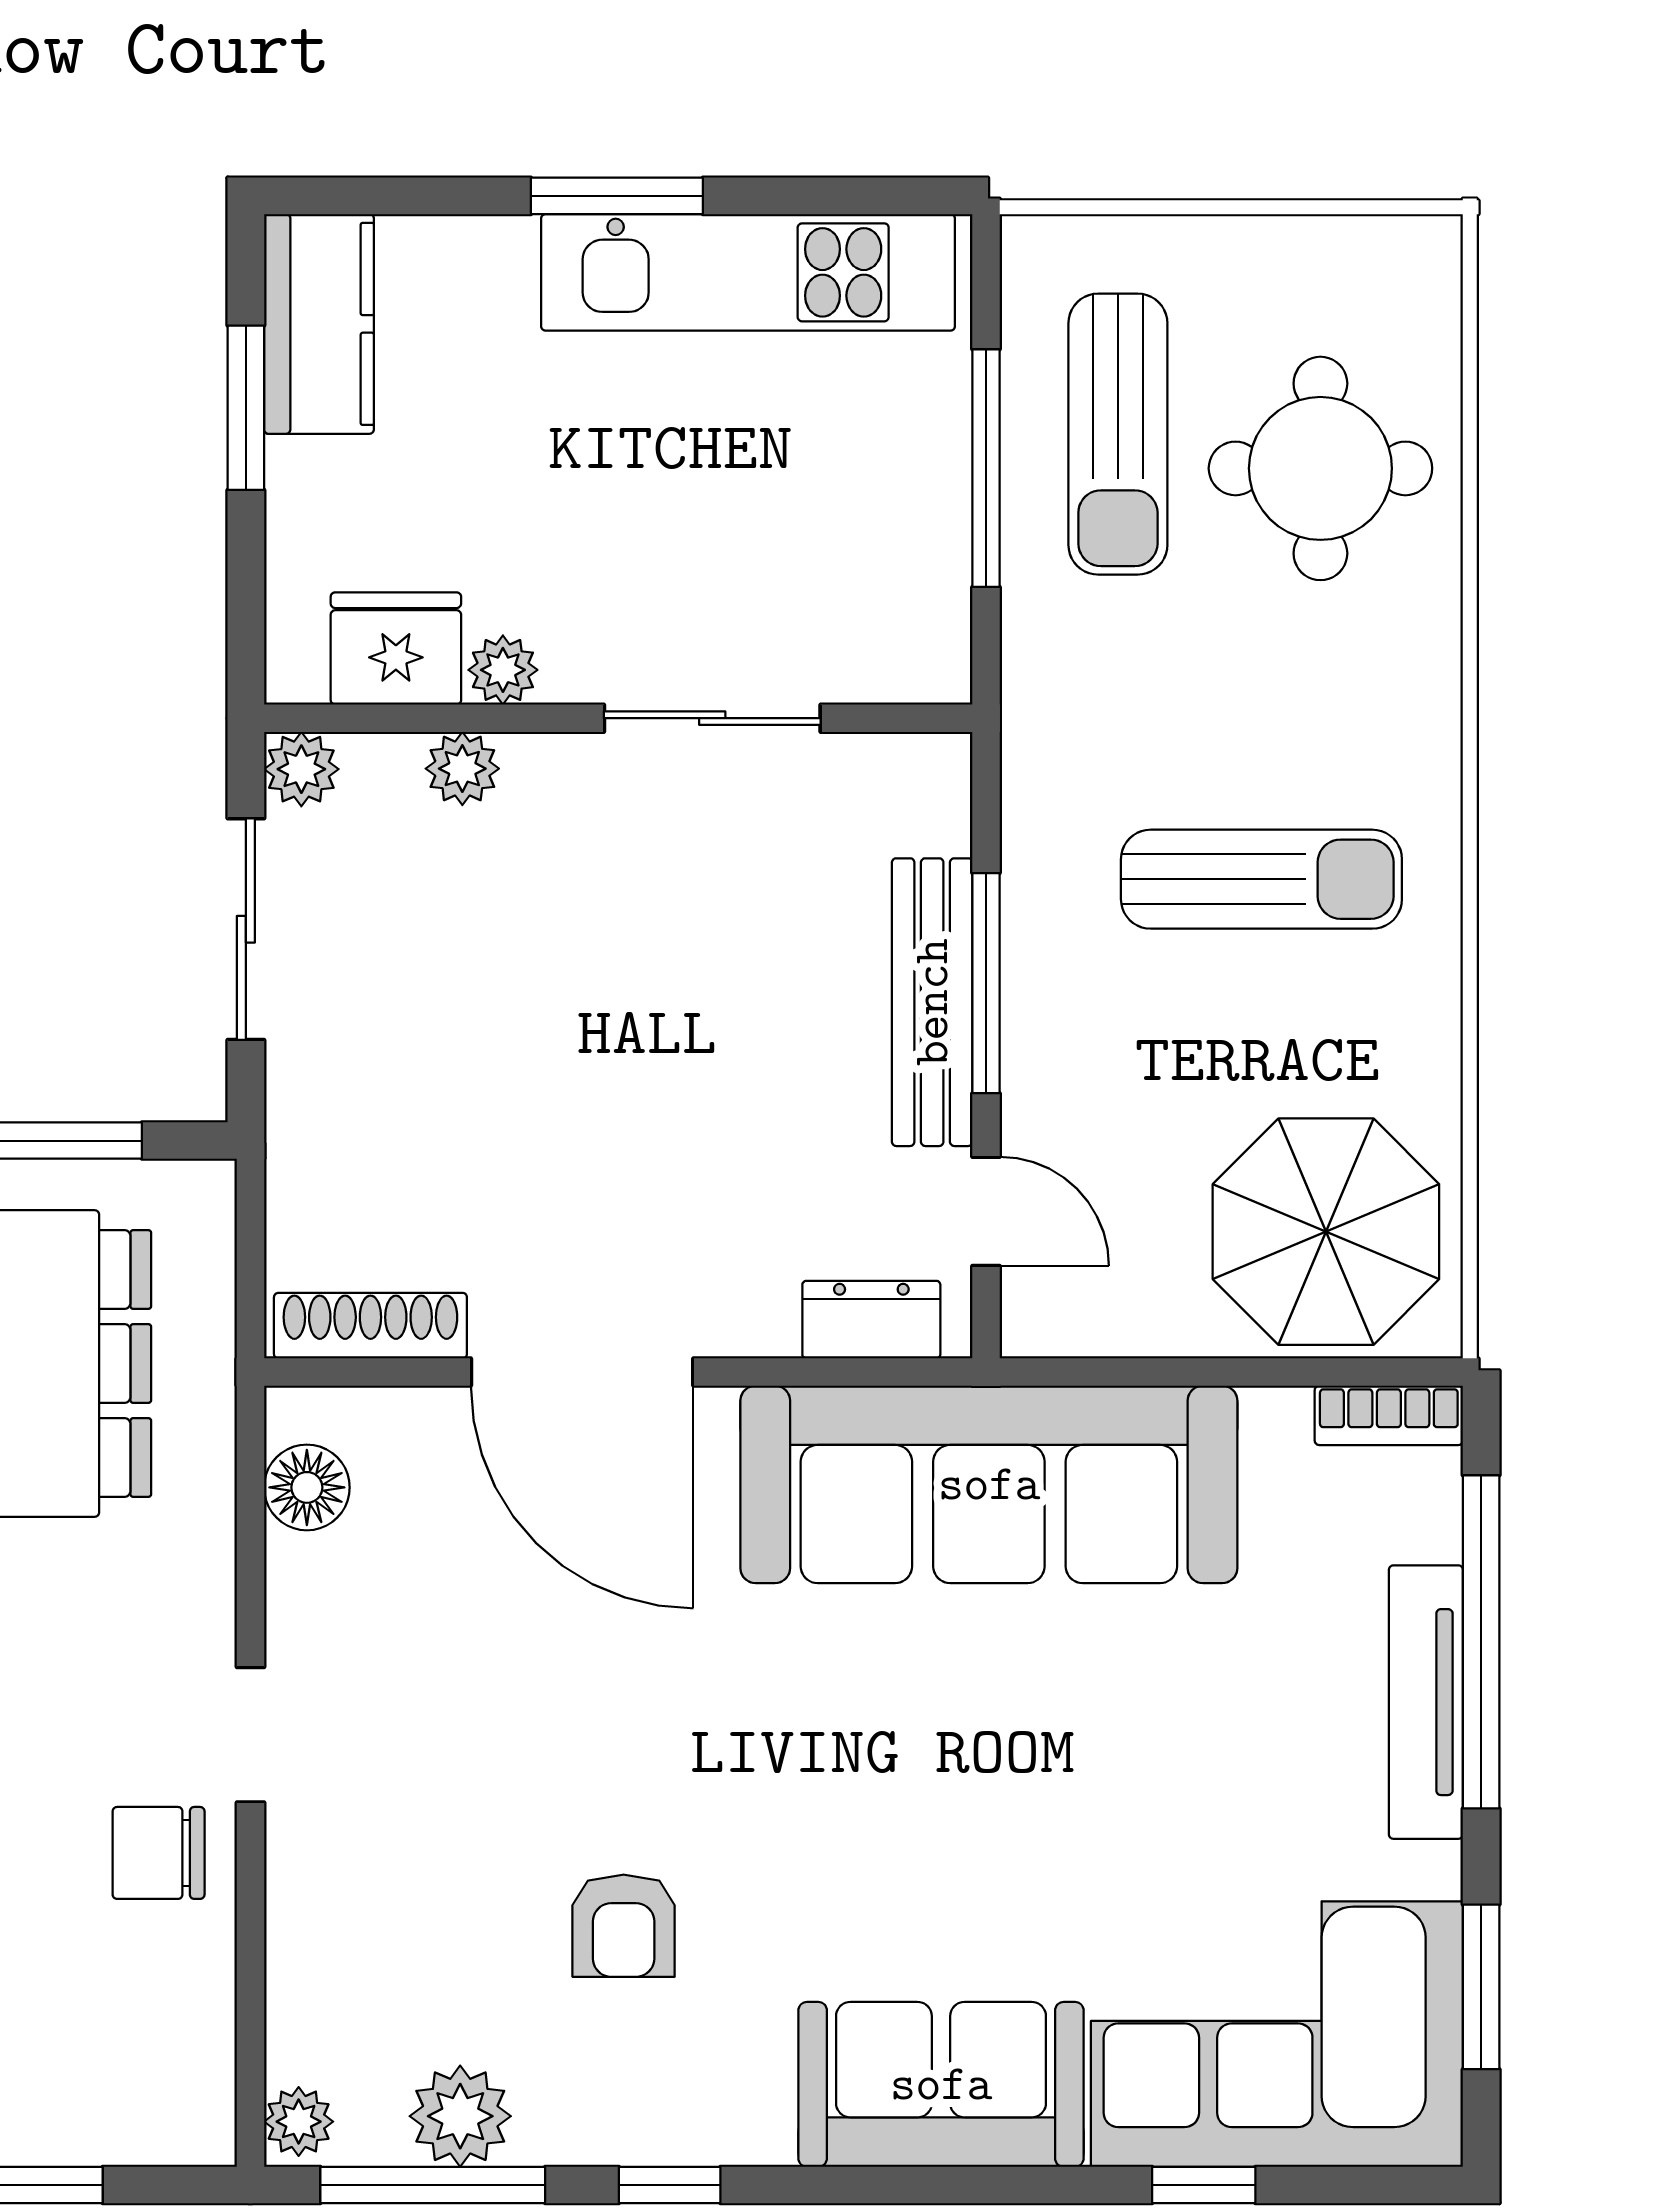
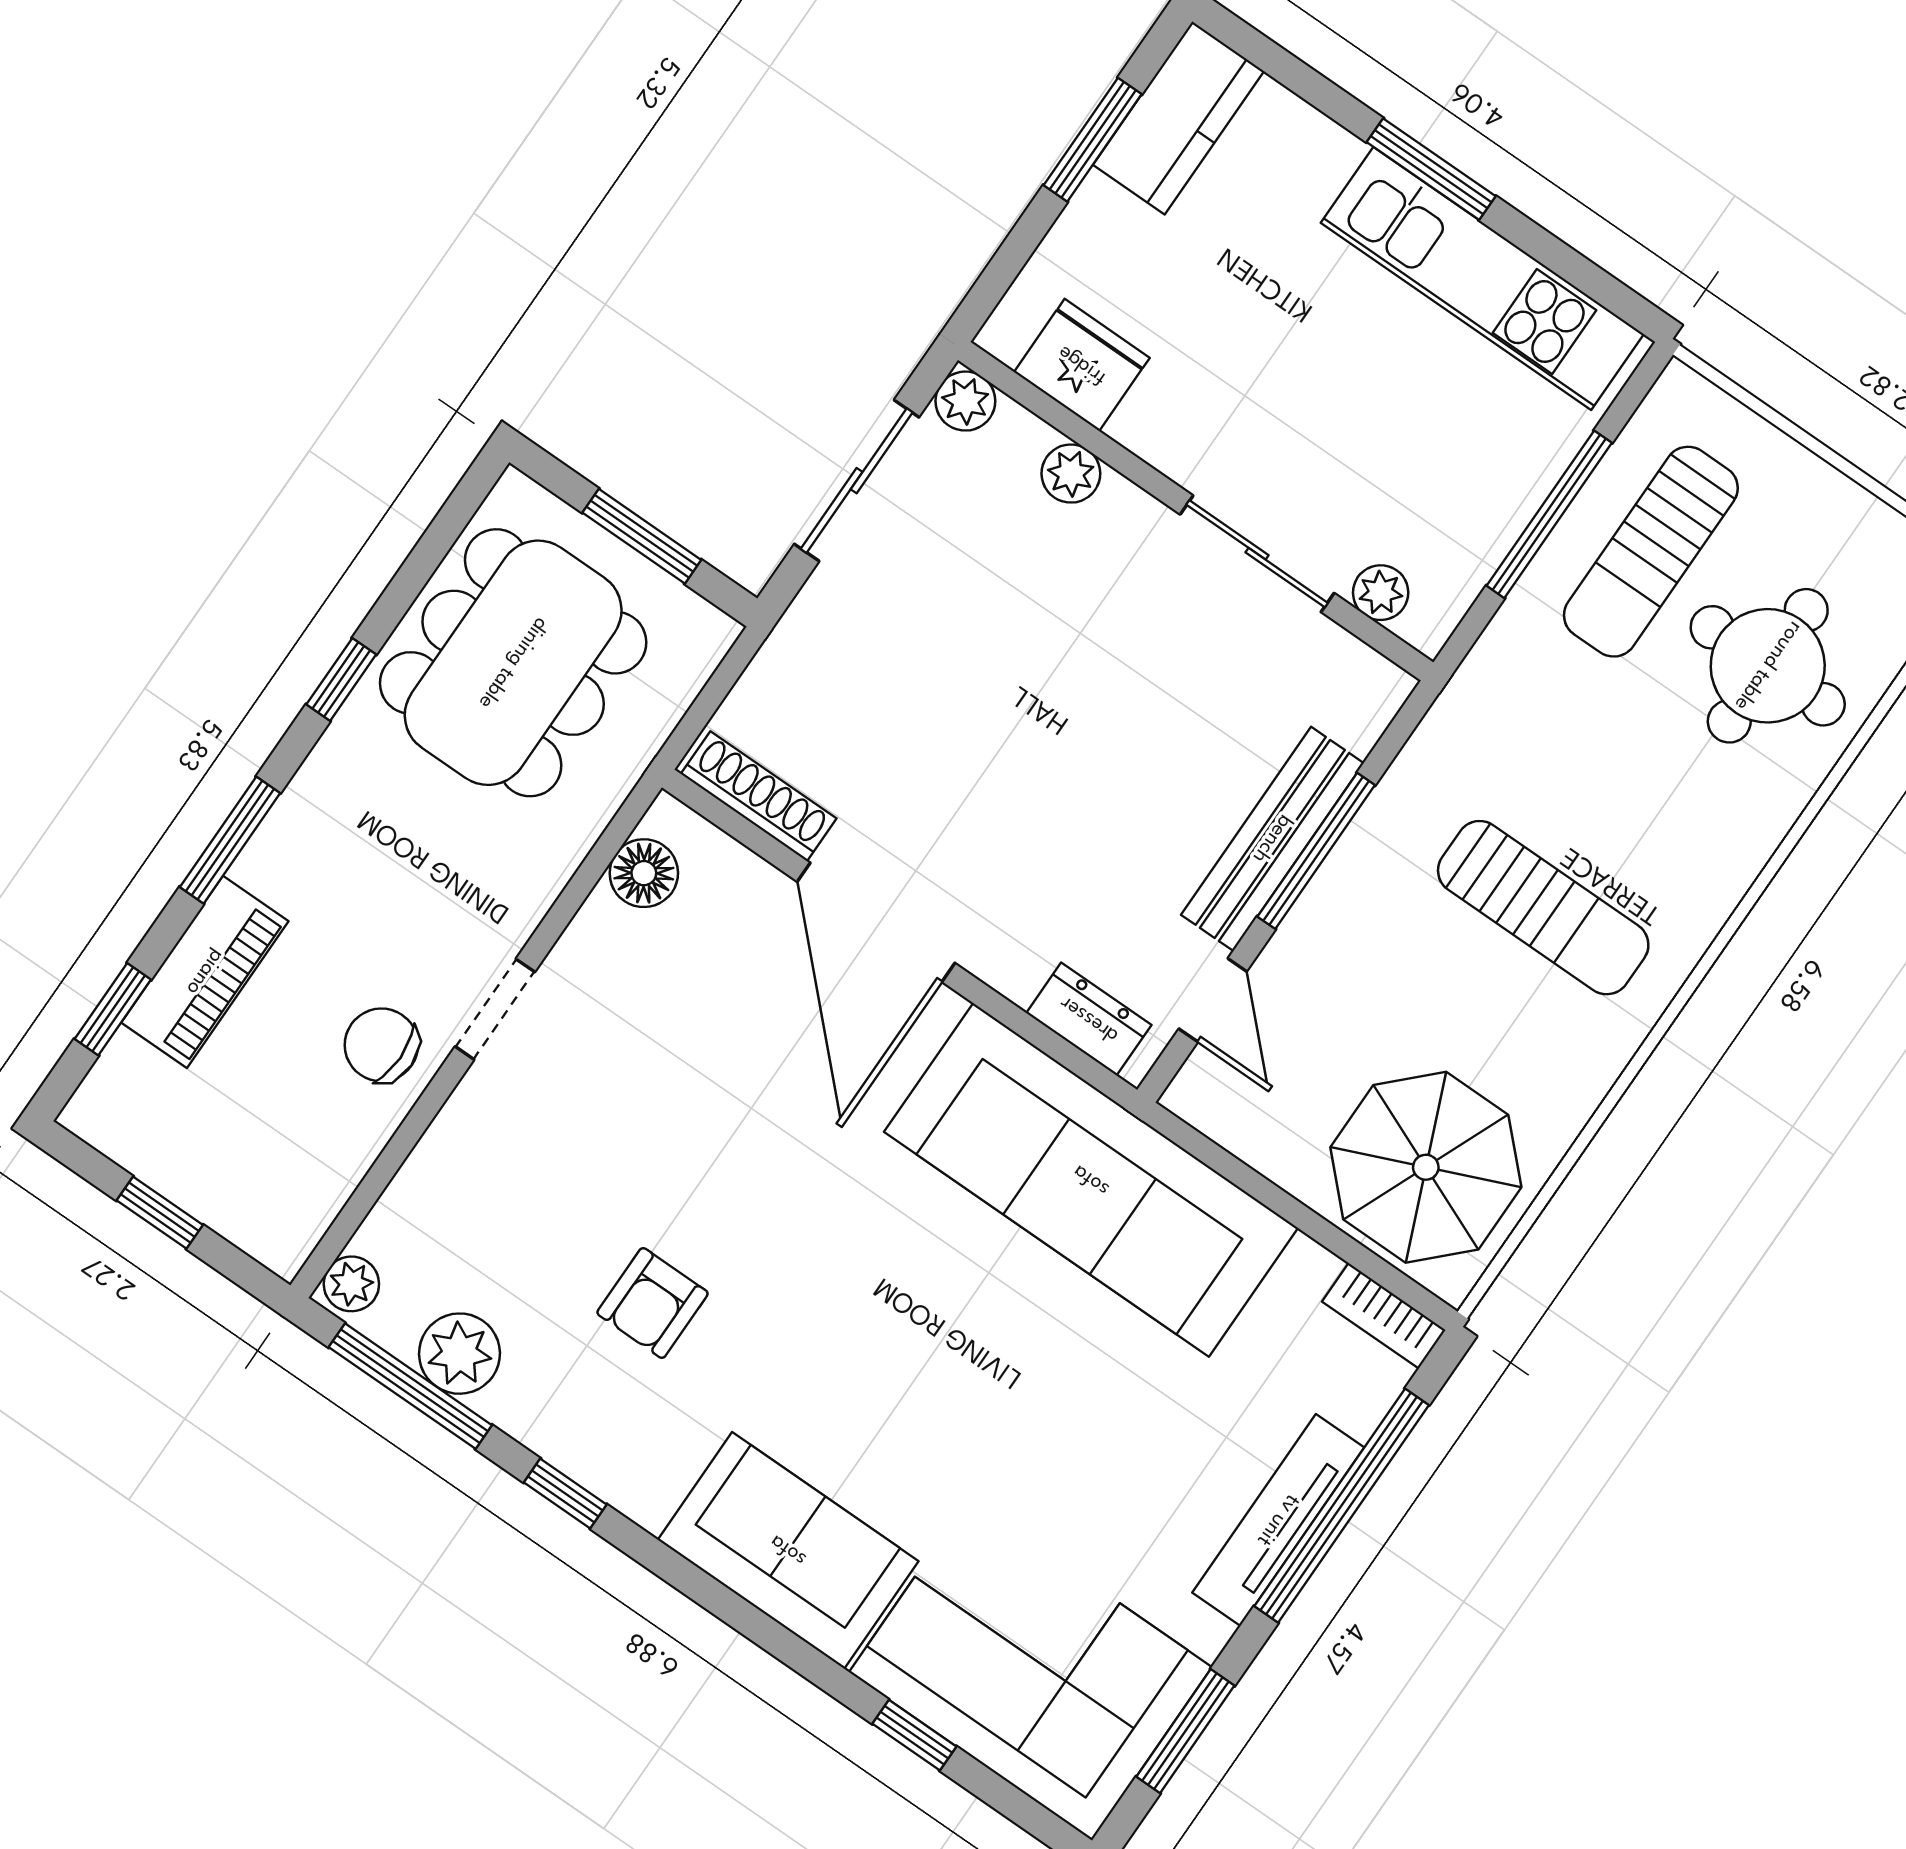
plant: (503, 670) -> (1381, 593), moved

